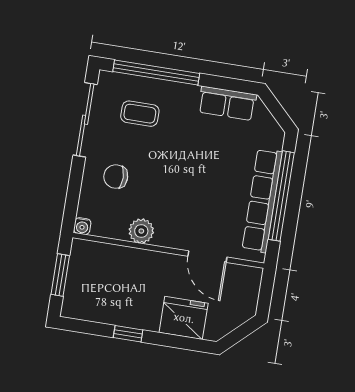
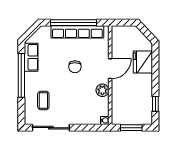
window: (156, 72) -> (21, 75), moved
chair: (116, 177) -> (75, 67), moved
door: (207, 257) -> (110, 69), moved
window: (128, 334) -> (155, 104), moved

